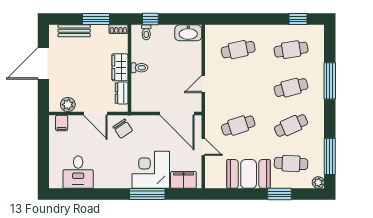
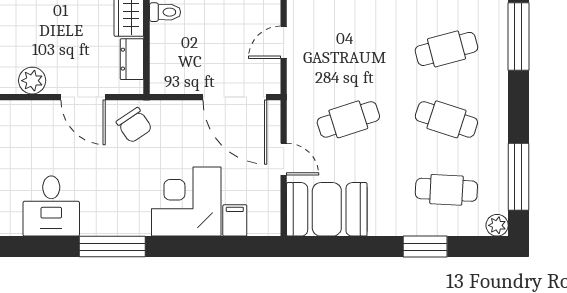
filing cabinet: (62, 123) -> (21, 115), removed
cafe table: (291, 126) -> (446, 119), turned 42
booth: (249, 174) -> (327, 209), moved
filing cabinet: (183, 180) -> (235, 220), width x0.50
window: (147, 194) -> (112, 247), moved

